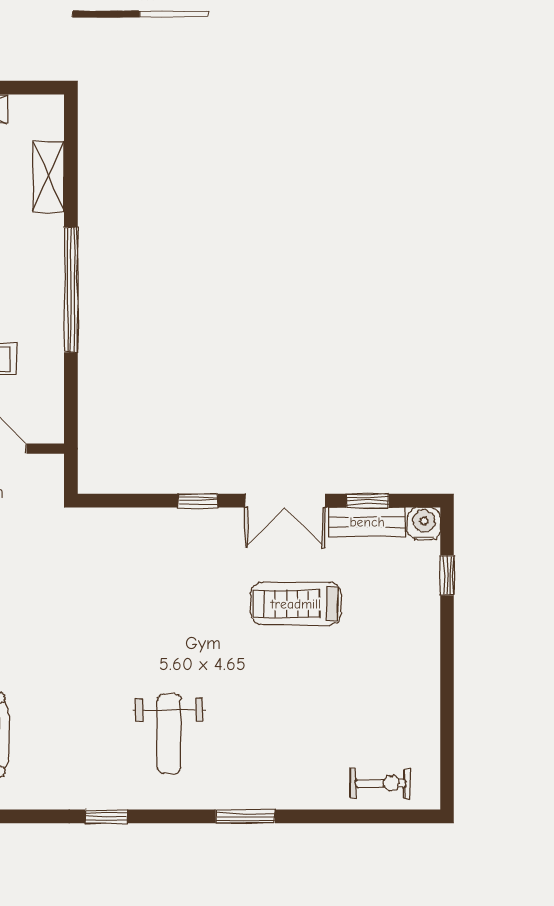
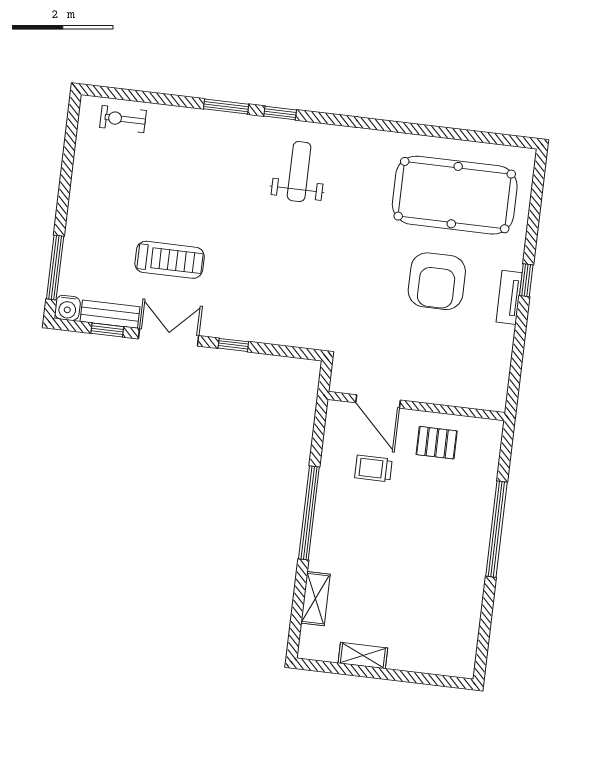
window: (447, 575) -> (55, 268), width x2.17
weight bench: (169, 734) -> (299, 172), moved
window: (106, 816) -> (280, 113), moved

